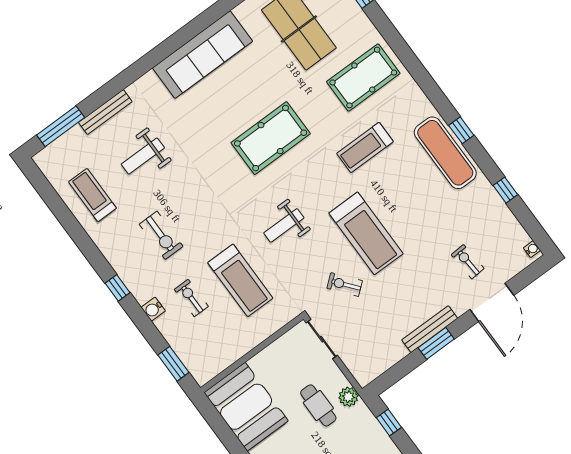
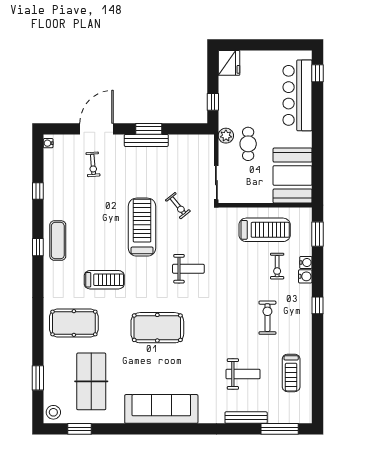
exercise mat: (445, 153) -> (58, 241), width x0.73, depth x0.69
treadmill: (240, 280) -> (265, 230), moved, turned 90
water cooler: (163, 324) -> (306, 262), added

